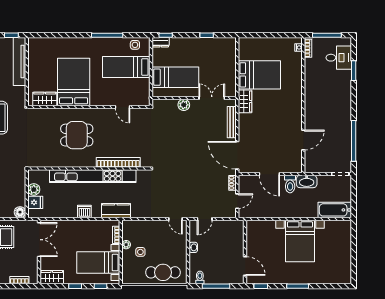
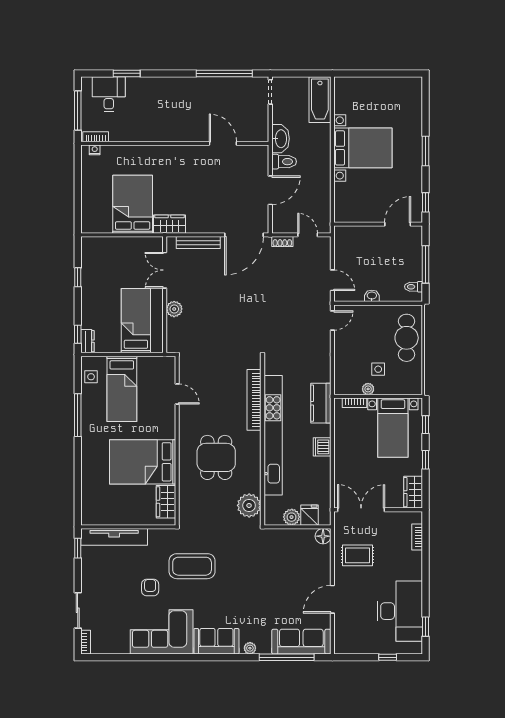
door: (123, 107) -> (177, 394), hinge flipped
plant: (42, 159) -> (249, 505), added

